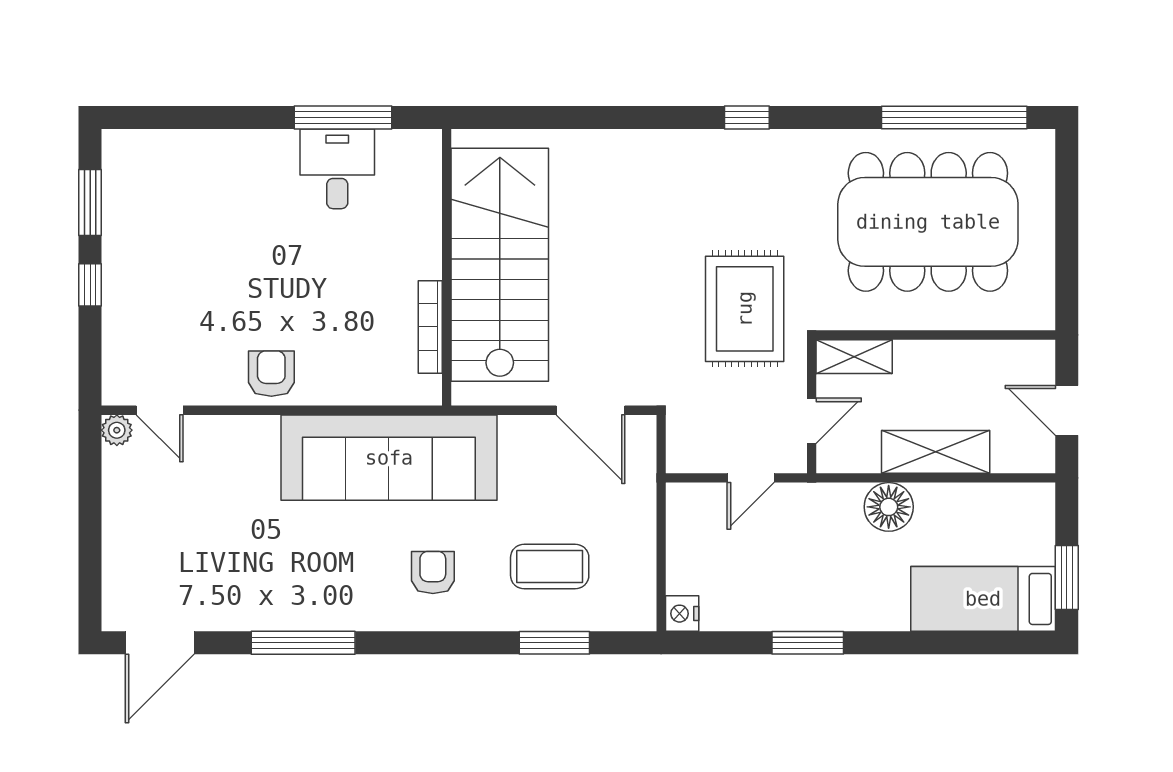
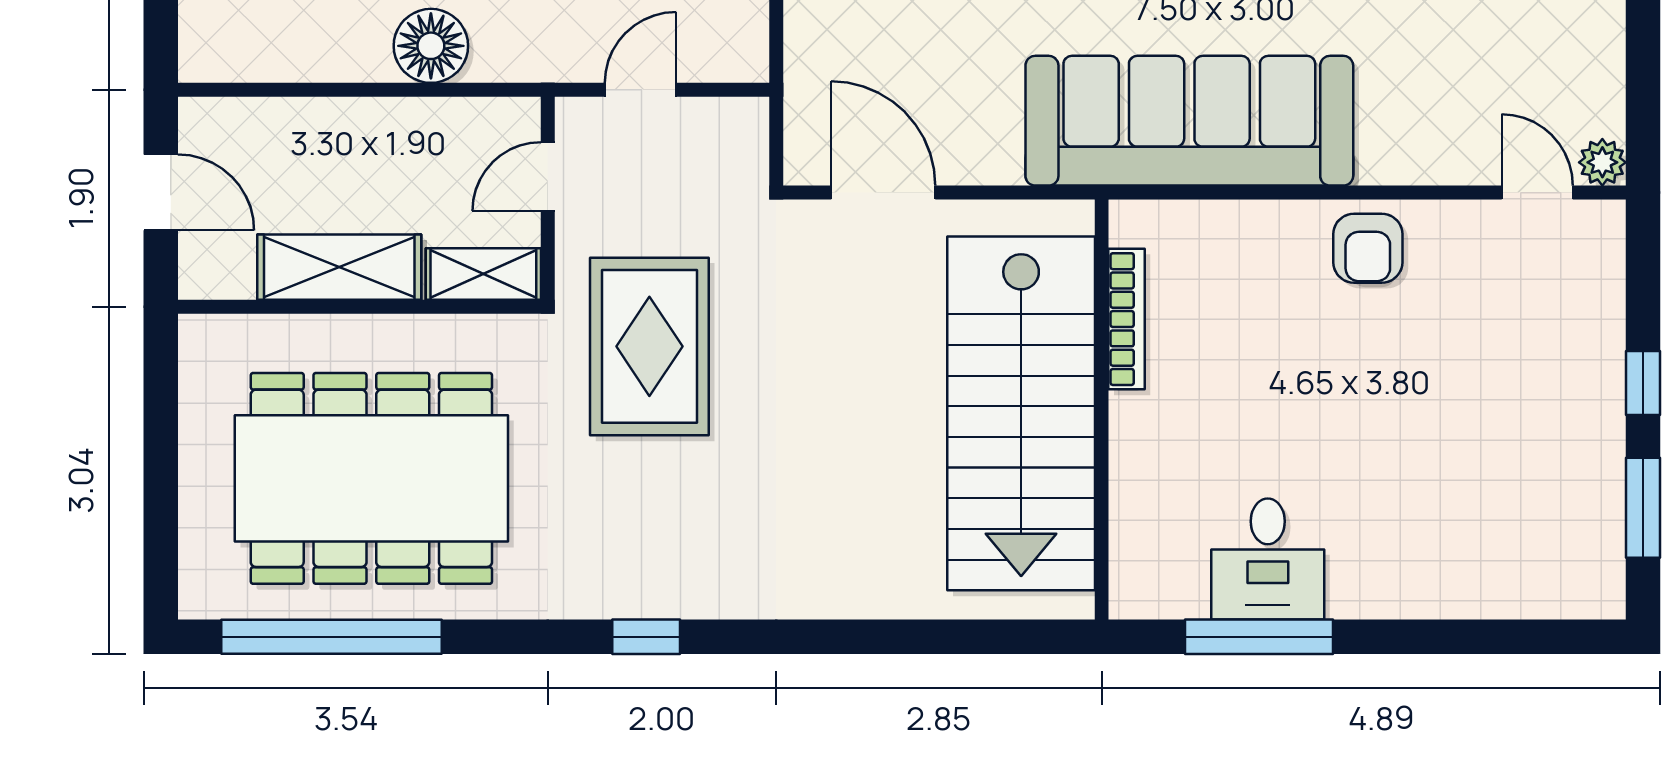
shelving: (936, 452) -> (339, 267), moved

